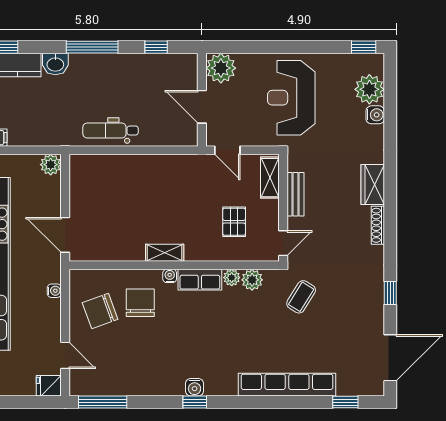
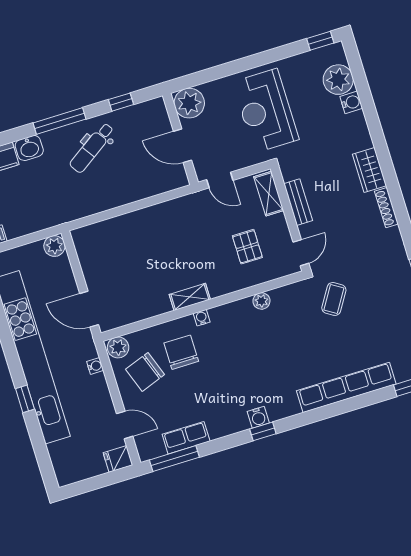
dental chair: (111, 130) -> (92, 148), moved, turned -34
row of seats: (200, 280) -> (186, 438), moved, turned 180
plant: (252, 280) -> (118, 347), moved

